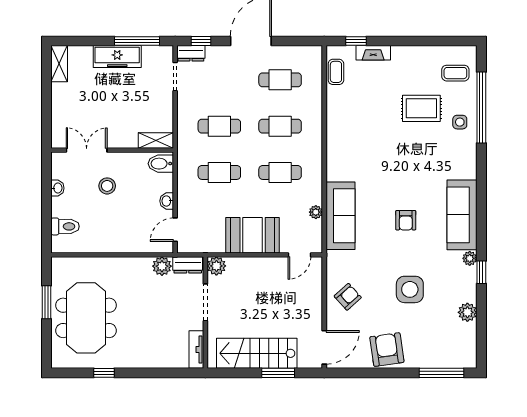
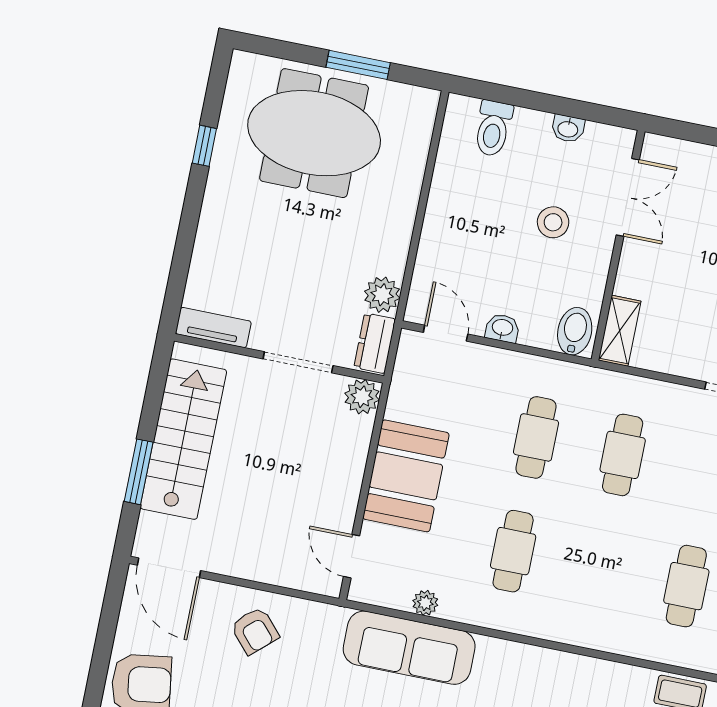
cafe table: (280, 126) -> (600, 569), removed

